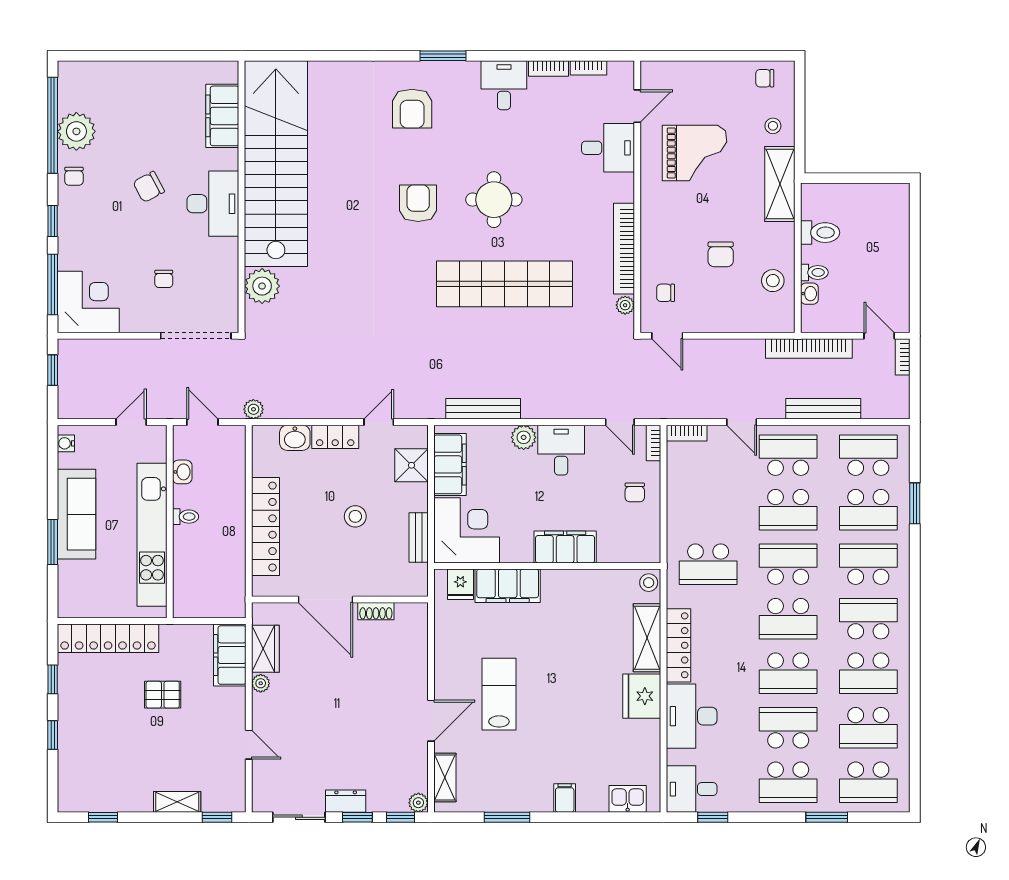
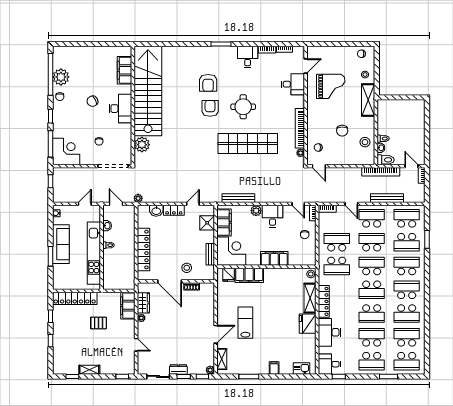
armchair: (412, 109) -> (208, 83), moved
toilet: (820, 233) -> (386, 160), moved
school desk: (708, 510) -> (337, 242), added
school desk: (788, 510) -> (372, 242), turned 180
stool: (355, 516) -> (187, 268), moved
school desk: (868, 728) -> (407, 337), turned 180
shelving: (177, 802) -> (89, 370), moved

